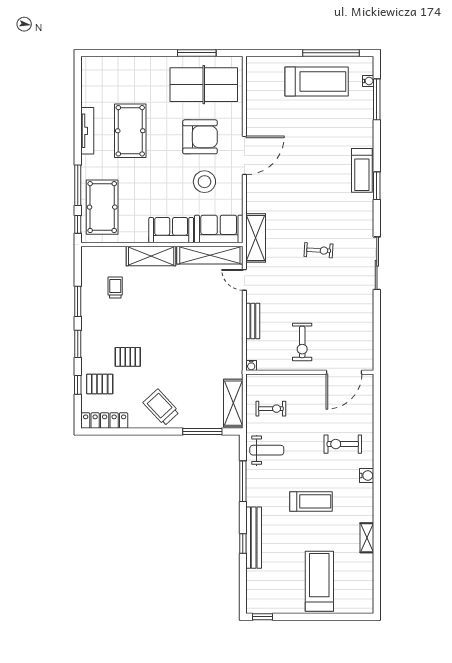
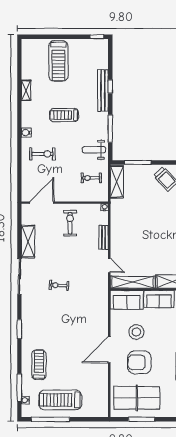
treadmill: (362, 170) -> (39, 365), moved
shelving: (256, 238) -> (28, 242), moved

